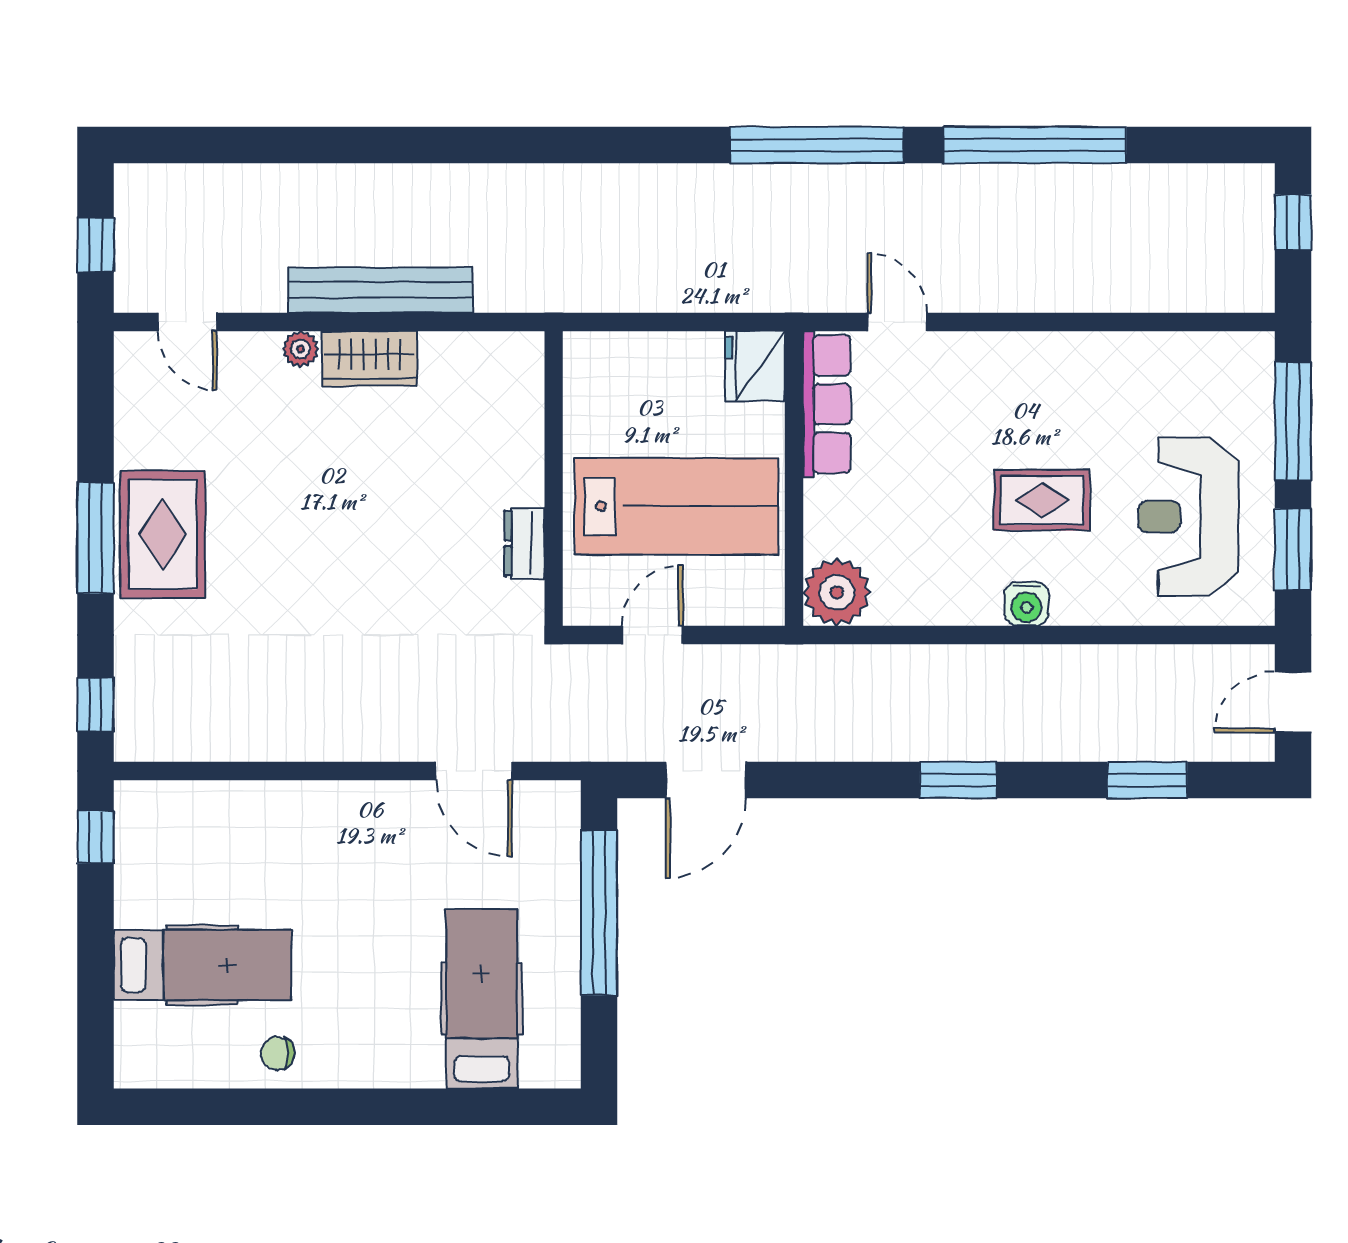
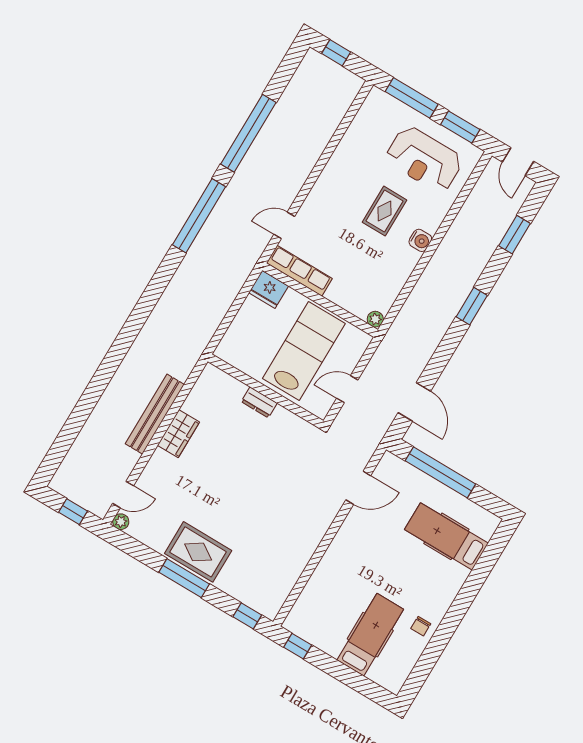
plant: (300, 349) -> (121, 522), moved
dresser: (524, 543) -> (259, 402), moved
plant: (837, 592) -> (375, 319), width x0.53, depth x0.53
door: (653, 635) -> (347, 389), hinge flipped

